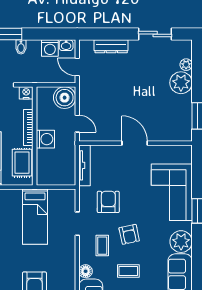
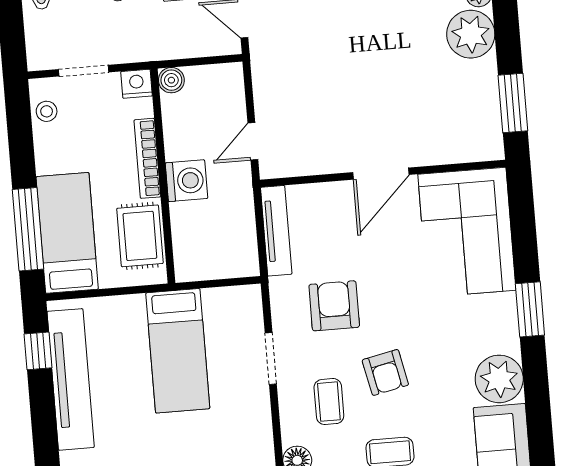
boiler: (65, 98) -> (171, 80), moved, width x0.54, depth x0.54
door: (77, 124) -> (253, 141), swing flipped
door: (135, 143) -> (381, 174), swing flipped
corner sofa: (172, 192) -> (467, 232), moved

